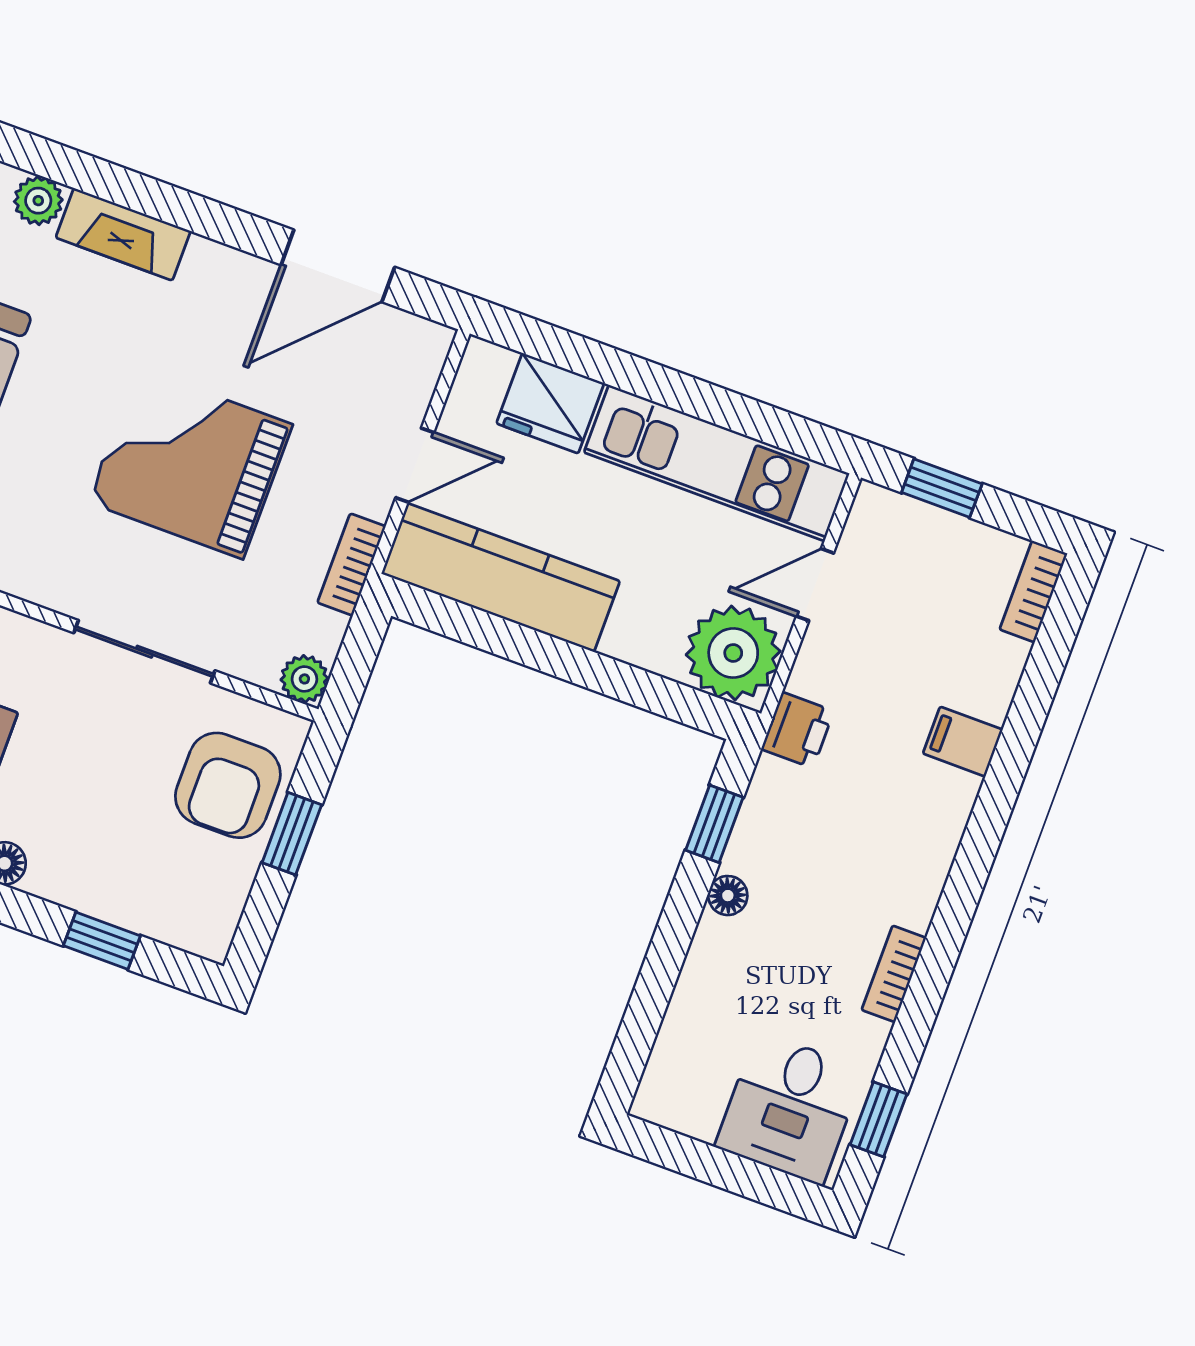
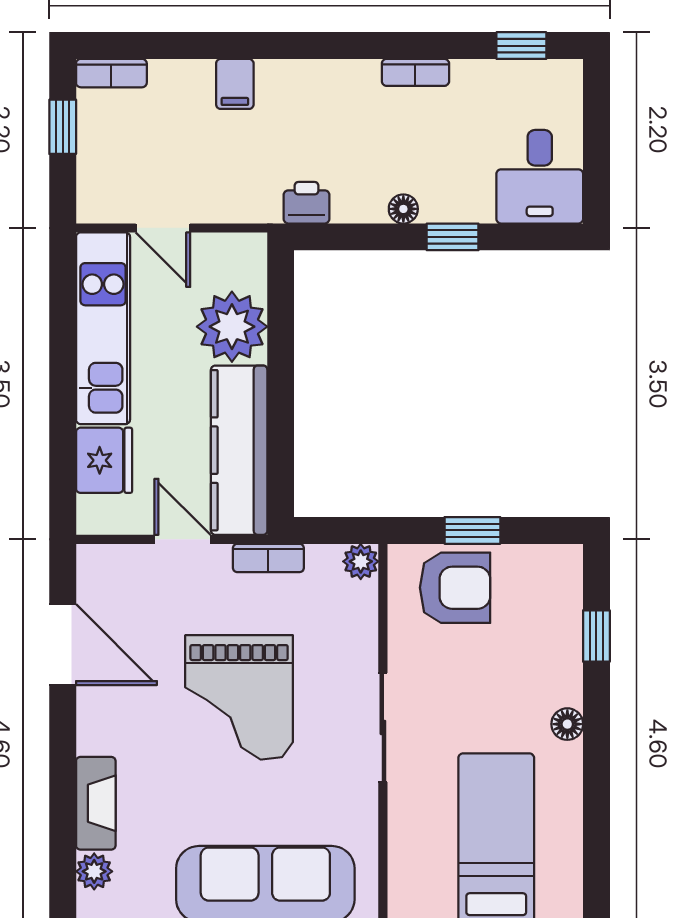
window: (942, 488) -> (63, 127), moved
sliding door: (144, 652) -> (383, 728), moved
plant: (733, 653) -> (232, 327), moved
printer: (798, 730) -> (307, 203), moved
window: (714, 824) -> (453, 237), moved
desk: (790, 1108) -> (540, 177), moved, turned 90

